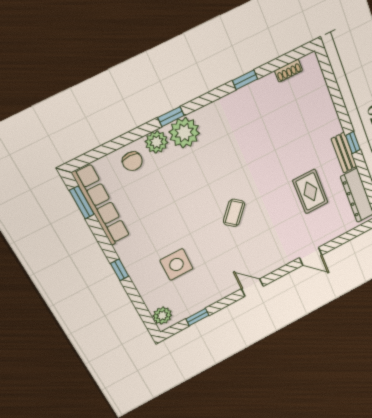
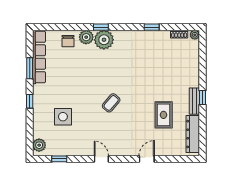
plant: (311, 61) -> (195, 35), added
window: (82, 202) -> (30, 68), moved
door: (311, 256) -> (147, 159), swing flipped

